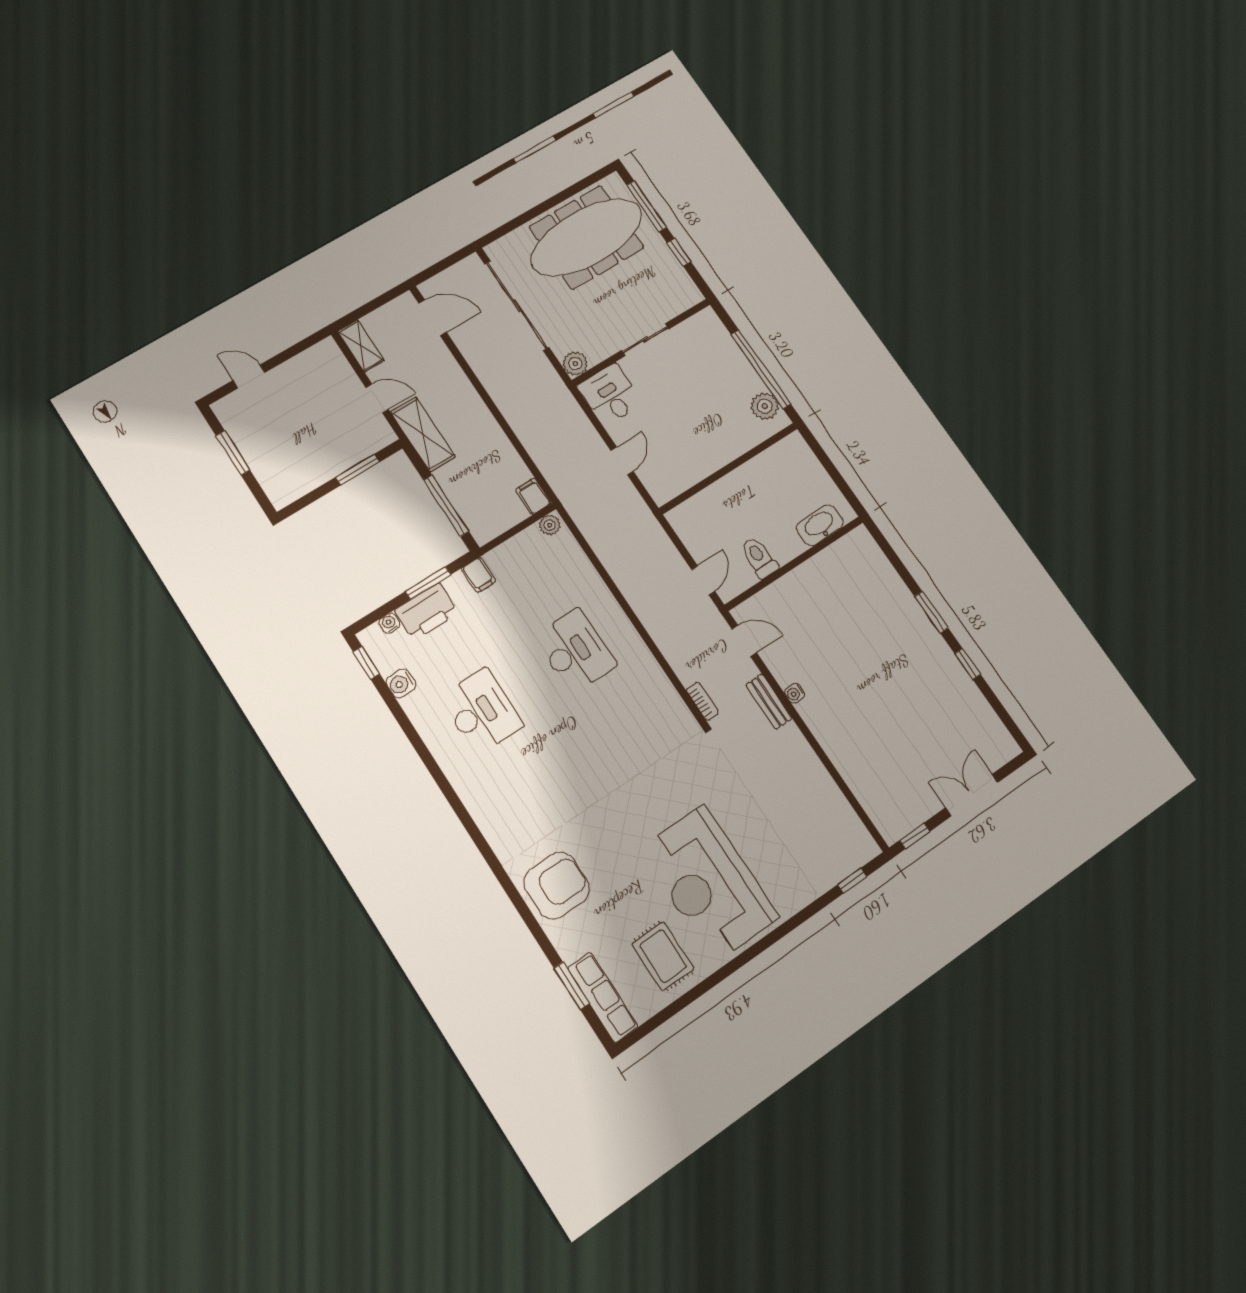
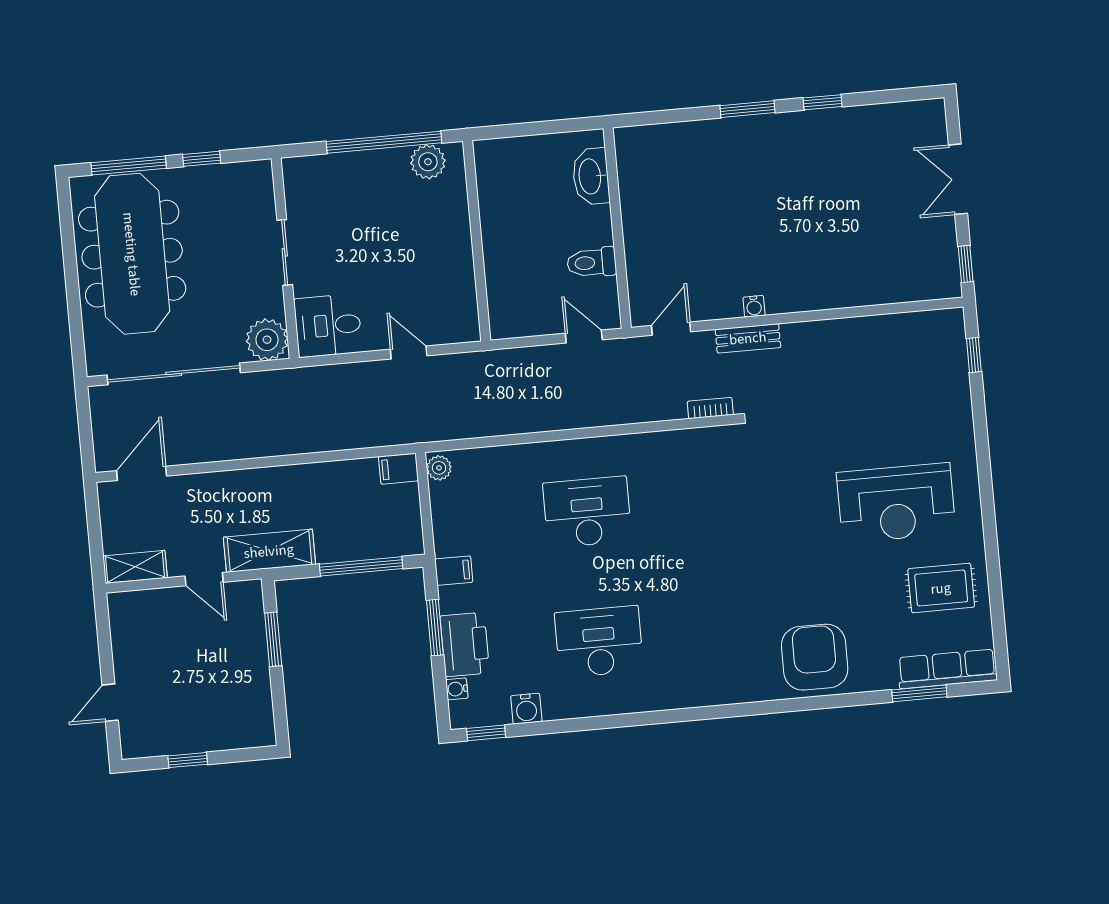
plant: (575, 364) -> (267, 340), width x1.36, depth x1.36
door: (377, 398) -> (204, 579), swing flipped
window: (233, 453) -> (188, 760), width x0.67
reception desk: (709, 883) -> (896, 503), width x0.74, depth x0.77

